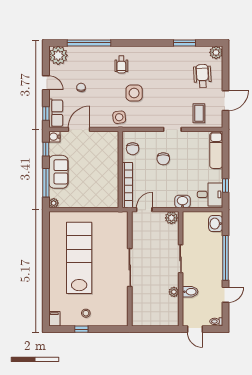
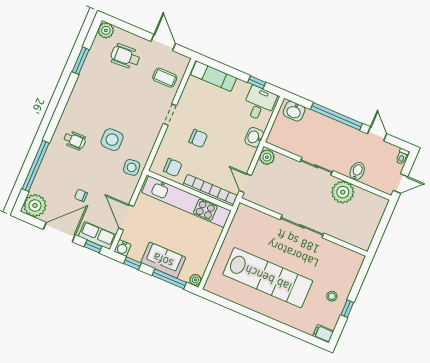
door: (46, 83) -> (59, 232), width x1.87
kitchen unit: (111, 170) -> (186, 202), added
lab bench: (79, 258) -> (268, 278), turned 180
plant: (174, 292) -> (343, 192), width x1.87, depth x1.87

